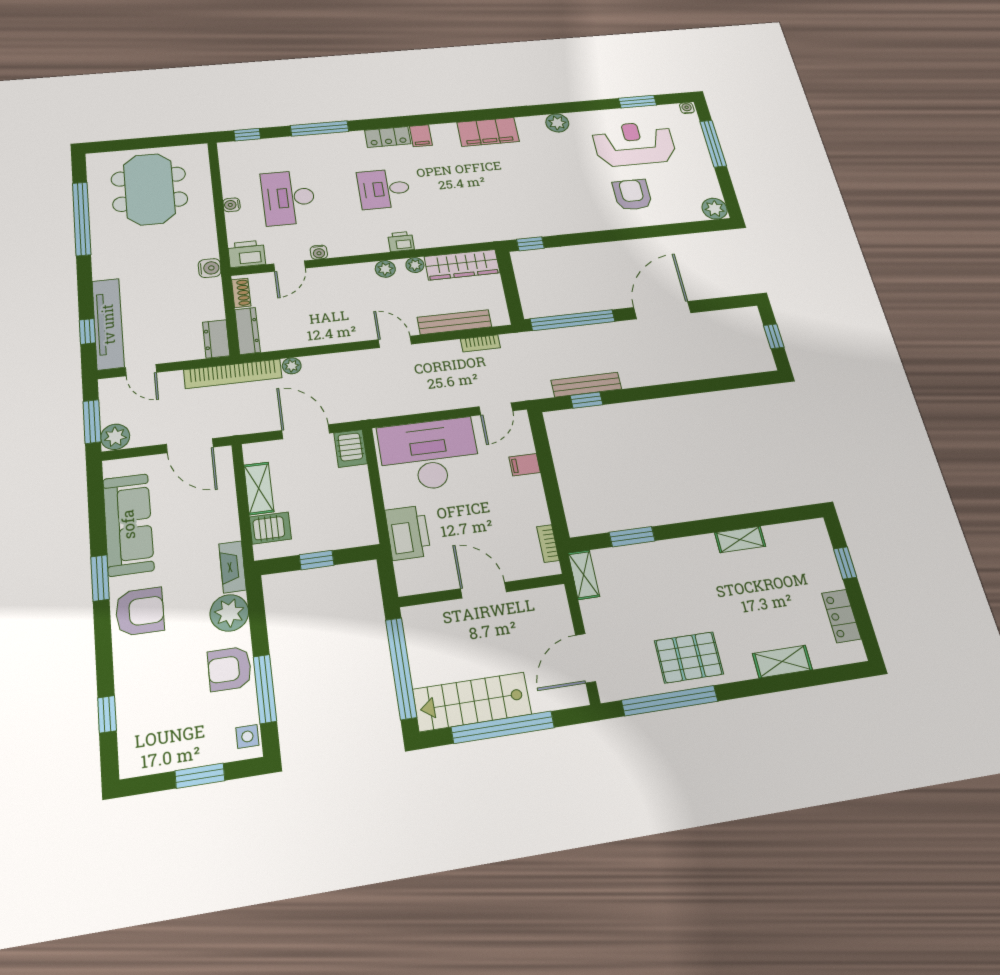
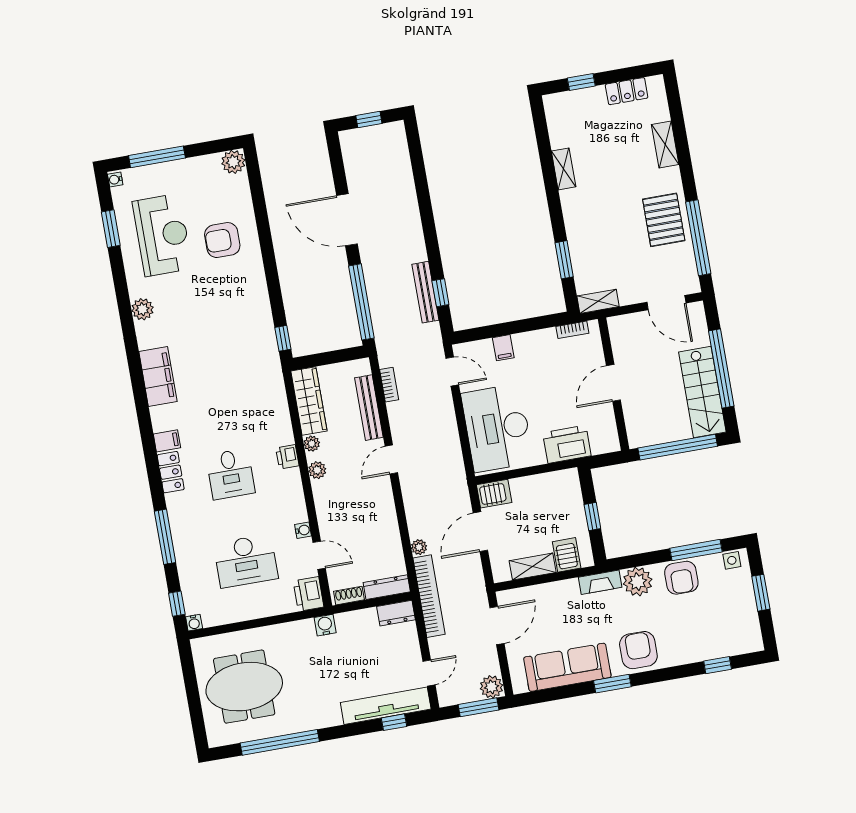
reception desk: (634, 144) -> (162, 235), turned 180
water cooler: (232, 205) -> (194, 623), moved

